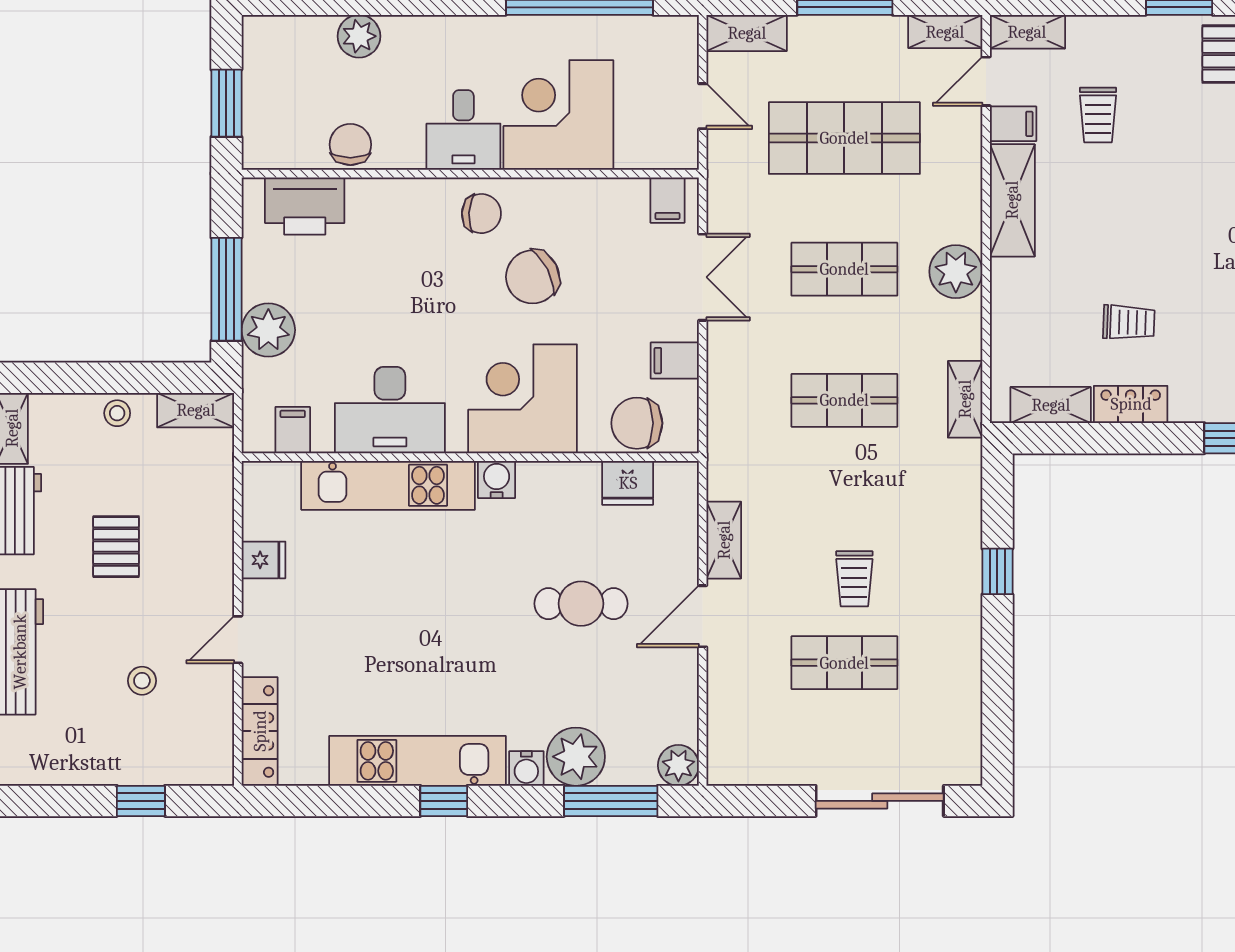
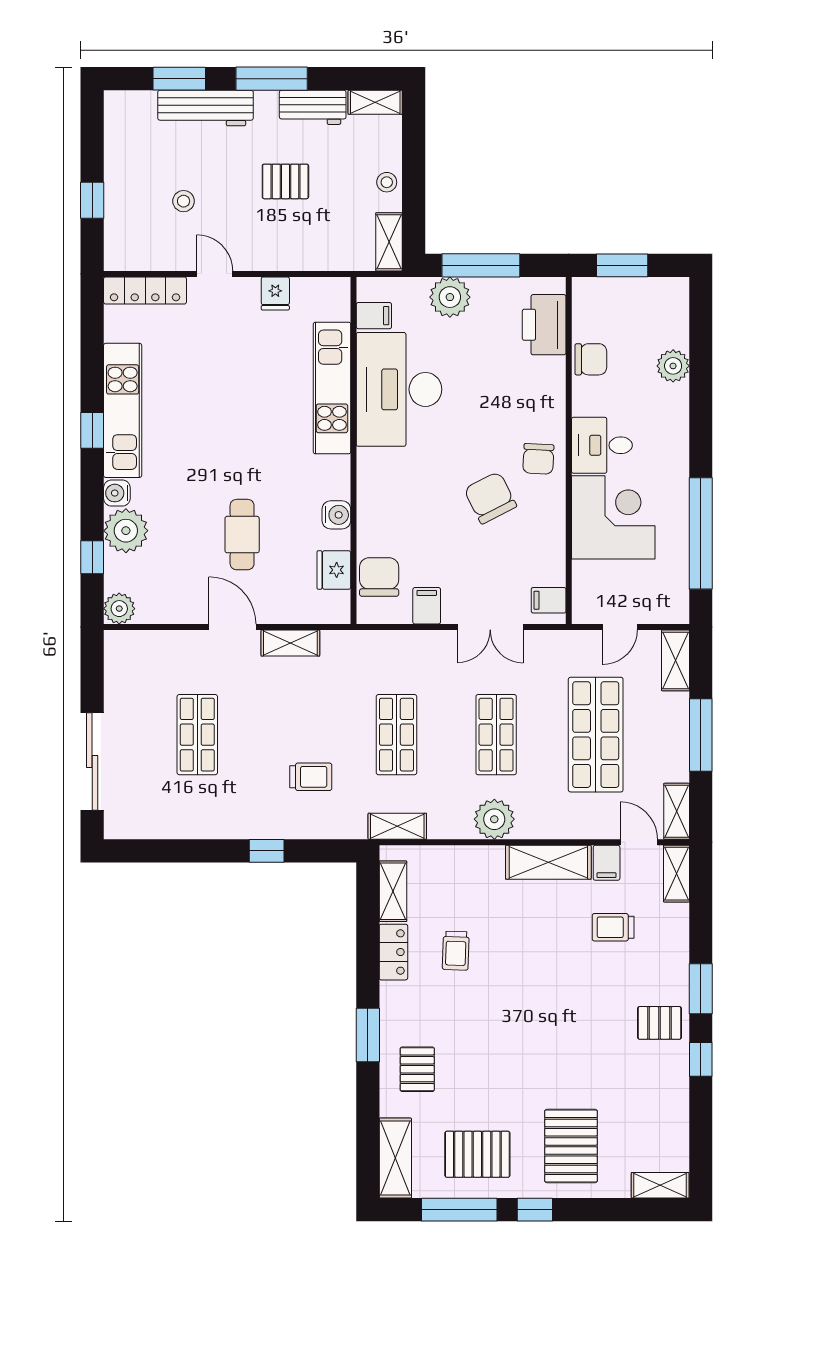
corner desk: (522, 399) -> (398, 490), removed
desk: (390, 410) -> (399, 389), width x1.36, depth x1.30
water cooler: (497, 479) -> (336, 515), moved
trolley: (854, 579) -> (311, 777), moved, turned 180
window: (611, 801) -> (92, 557), width x0.46

